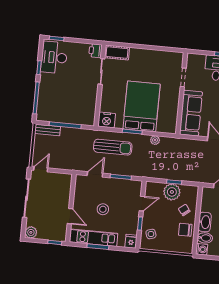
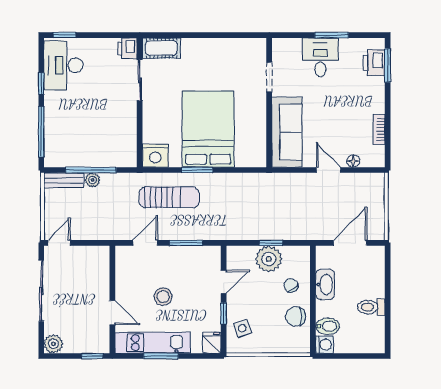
plant: (155, 140) -> (93, 180), moved
washbasin: (205, 222) -> (325, 284), moved

